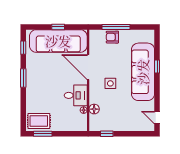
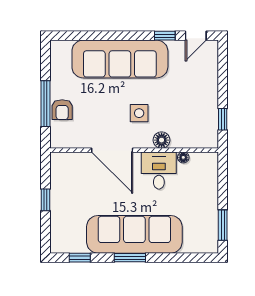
sofa: (58, 41) -> (134, 234), moved, turned -90
door: (88, 67) -> (112, 150), hinge flipped
window: (157, 67) -> (165, 36), moved
floor lamp: (94, 109) -> (162, 140), moved
rug: (39, 121) -> (201, 232), removed

